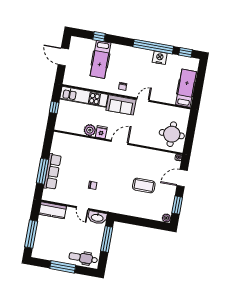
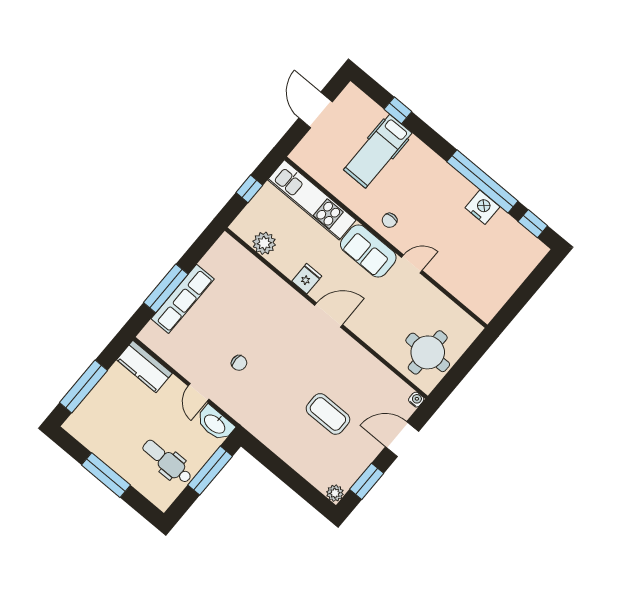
hospital bed: (186, 88) -> (498, 286), removed
plant: (90, 130) -> (264, 243), moved
dental chair: (83, 258) -> (167, 462), moved

